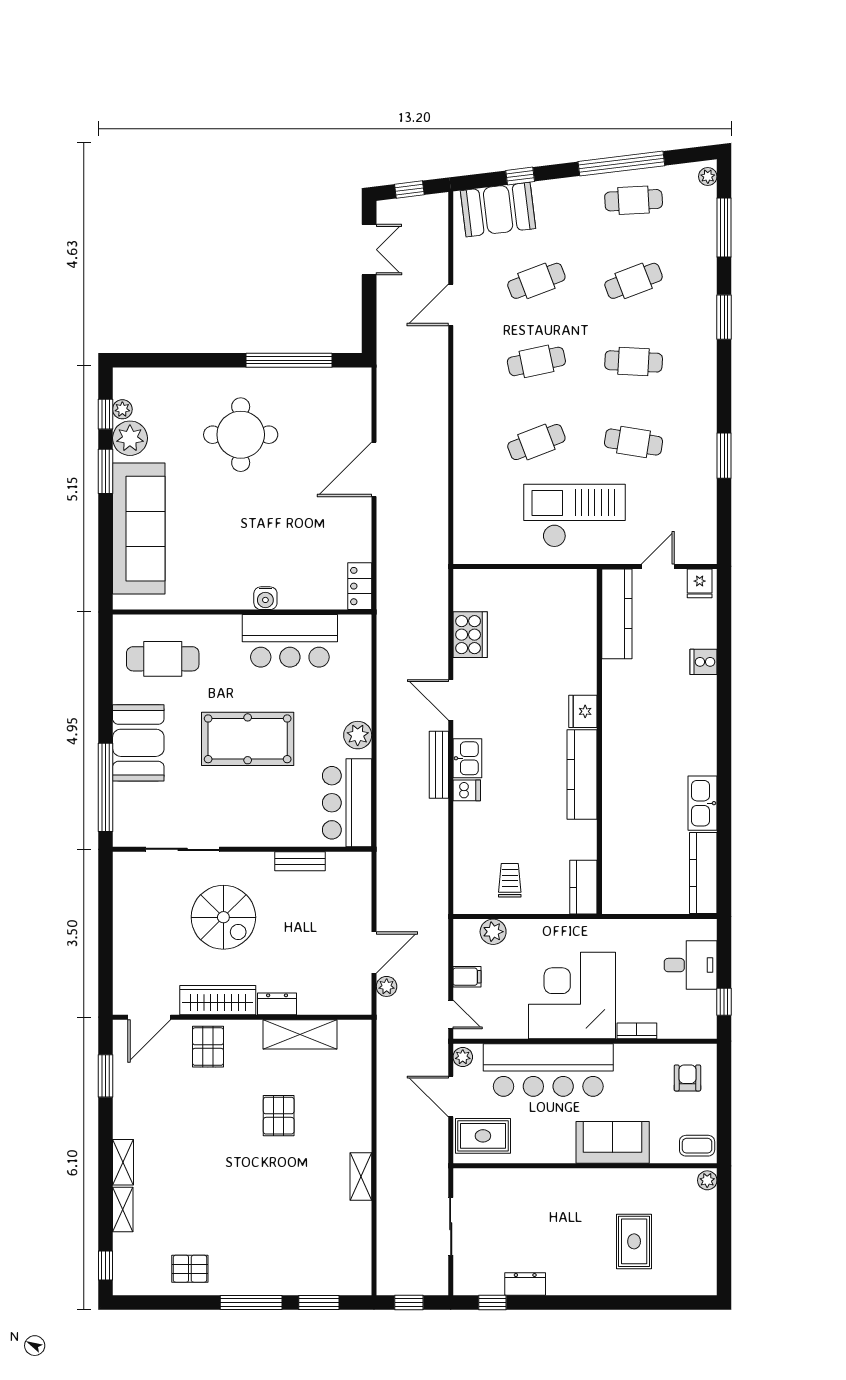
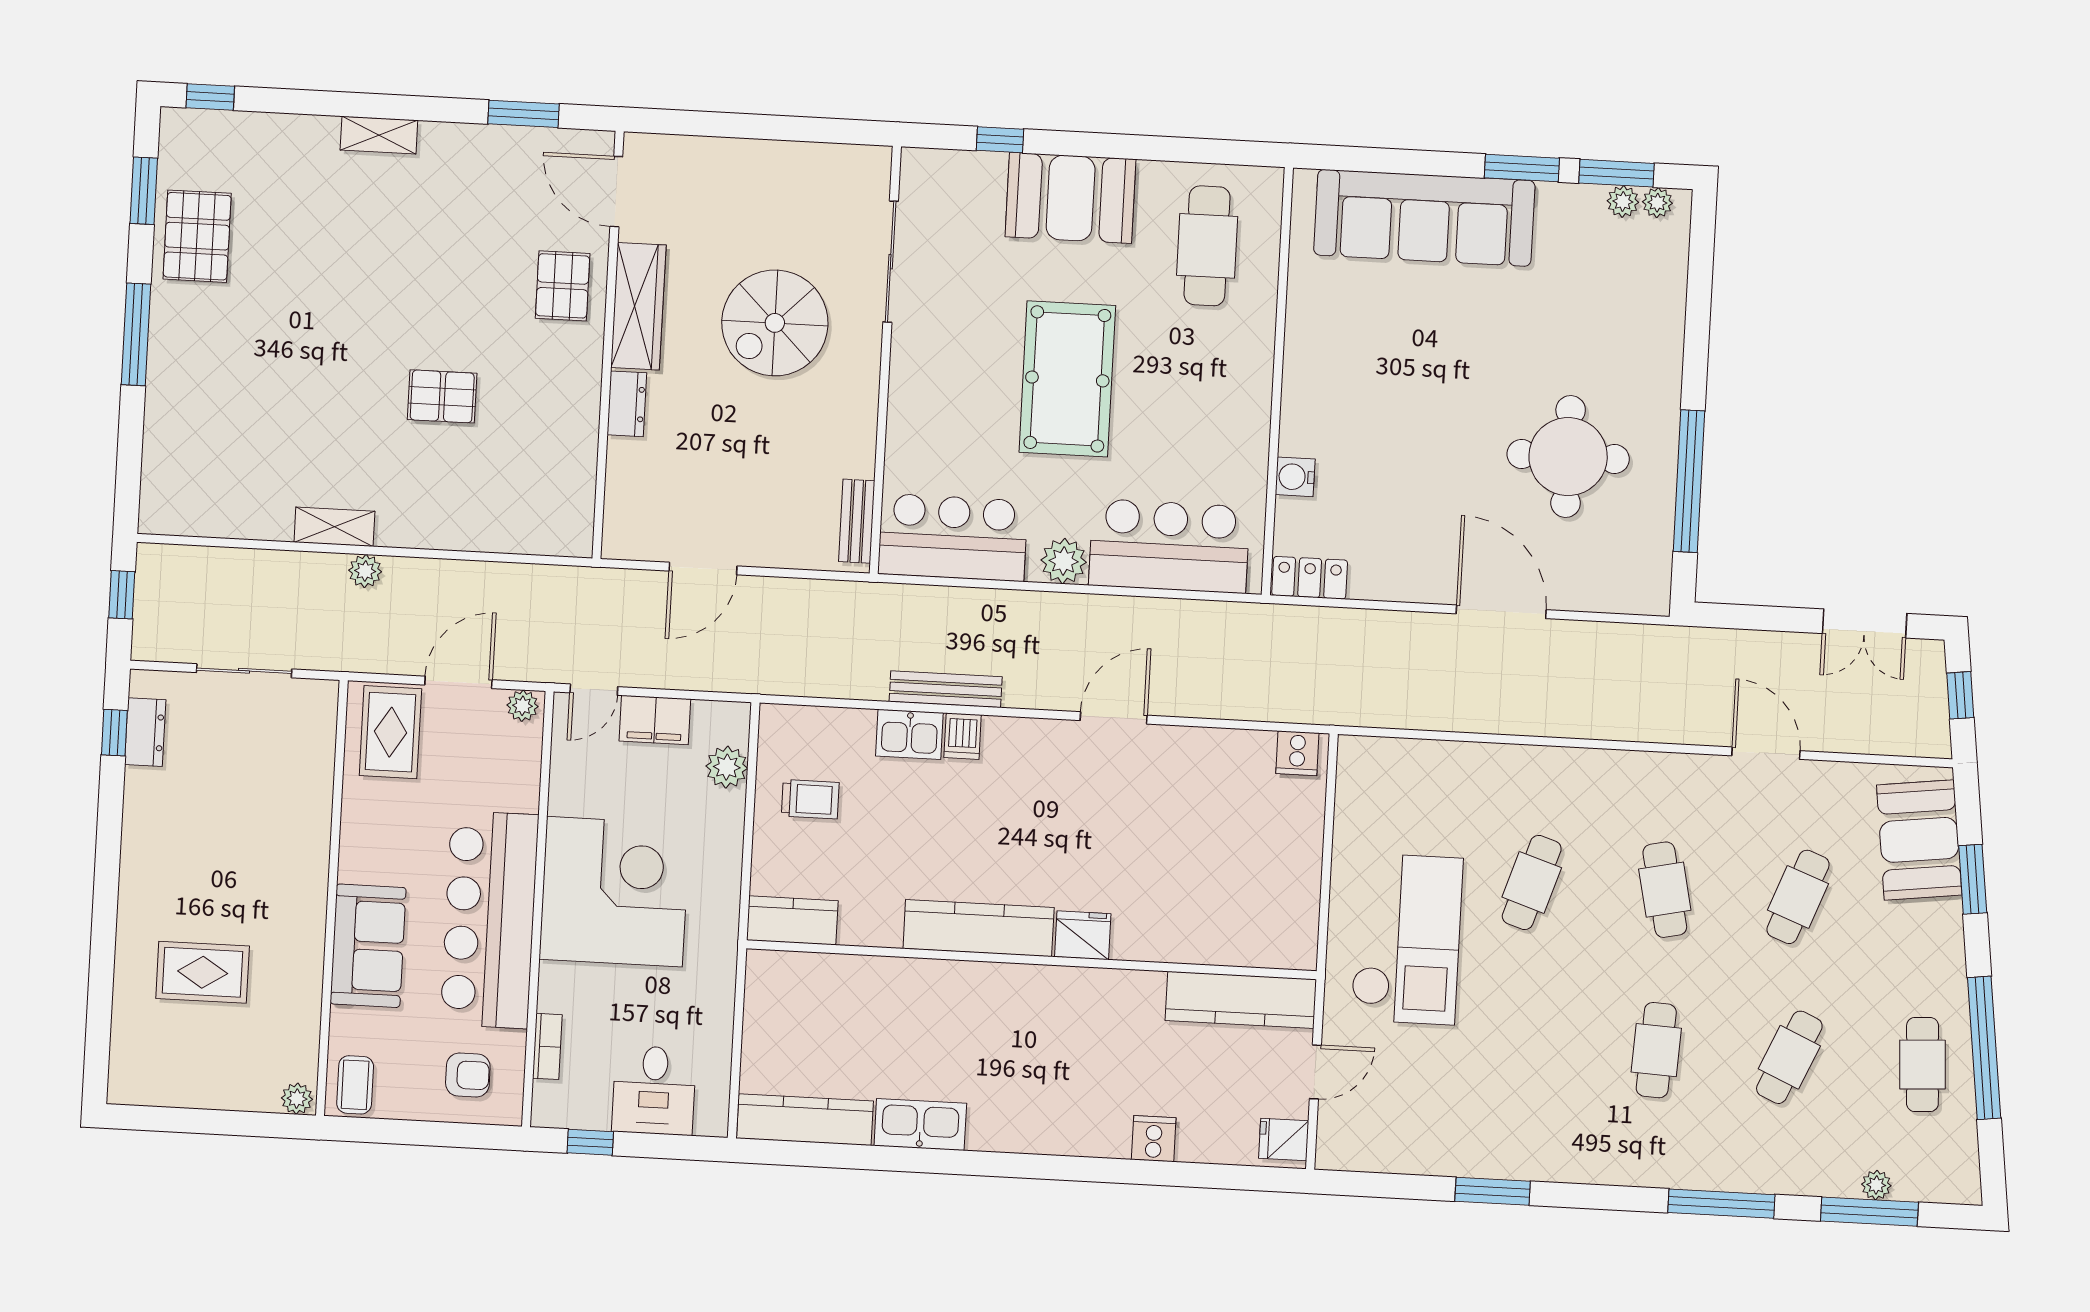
window: (520, 176) -> (1973, 879), width x1.50
plant: (708, 177) -> (1876, 1185), moved
cafe table: (536, 281) -> (1798, 897), turned 42
cafe table: (634, 281) -> (1789, 1057), turned 45
window: (724, 317) -> (1721, 1204), width x1.44
window: (105, 414) -> (1617, 173), width x1.50
round table: (241, 435) -> (1568, 457), moved
plant: (130, 438) -> (1657, 203), moved, width x0.53, depth x0.53
cafe table: (536, 442) -> (1532, 882), turned 39
cafe table: (634, 442) -> (1523, 1043), removed
door: (658, 566) -> (1315, 1072), hinge flipped
water cooler: (265, 598) -> (1295, 477), moved
cooker: (470, 635) -> (1297, 753), moved, width x0.53, depth x0.76
bar counter: (290, 641) -> (1169, 546), moved, turned 90
kitchen sink: (467, 758) -> (909, 734), moved
bench: (439, 765) -> (946, 689), moved
window: (105, 787) -> (1000, 140), width x0.32
bench: (300, 861) -> (857, 521), moved
door: (374, 953) -> (703, 569), hinge flipped
filing cabinet: (467, 977) -> (655, 720), width x2.00
plant: (387, 986) -> (365, 571), moved
bookcase: (637, 1031) -> (547, 1046), moved
shelving: (300, 1034) -> (575, 439), removed
pallet: (208, 1047) -> (563, 286), turned 90
bar counter: (548, 1070) -> (489, 920), moved
shelving: (123, 1209) -> (301, 130), removed
pallet: (190, 1269) -> (197, 236), width x1.50, depth x1.42
dresser: (525, 1284) -> (145, 732), moved
window: (319, 1302) -> (144, 191), moved

